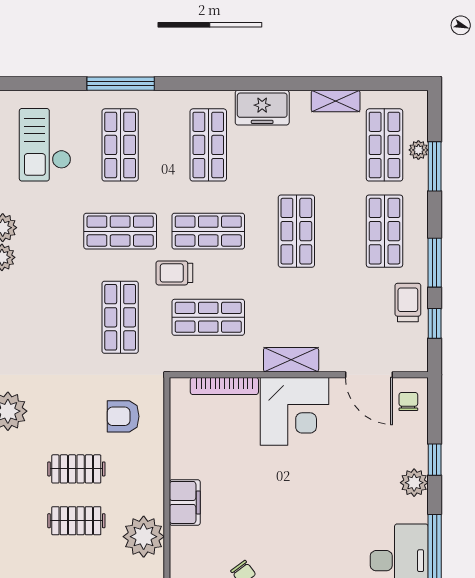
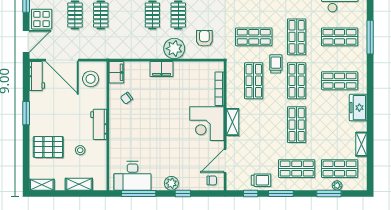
shop shelf: (296, 231) -> (297, 125), turned 90
plant: (144, 537) -> (174, 49), moved

